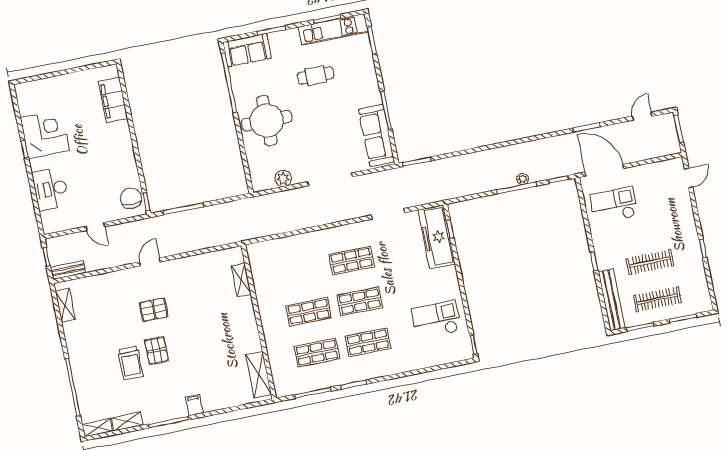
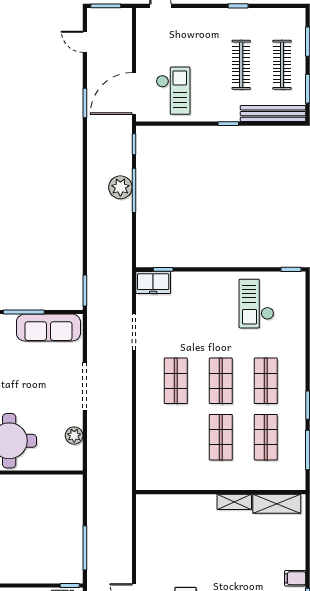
plant: (523, 179) -> (120, 187), width x1.88, depth x1.88
checkout: (614, 205) -> (173, 91), turned 180
freezer: (437, 237) -> (153, 283), width x0.52, depth x0.79
shelving: (241, 280) -> (234, 502), moved

